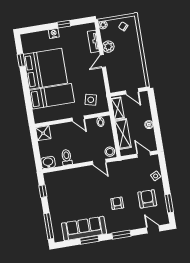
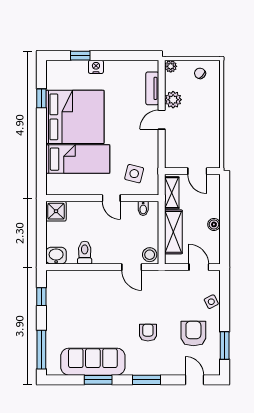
window: (64, 24) -> (80, 56), moved

